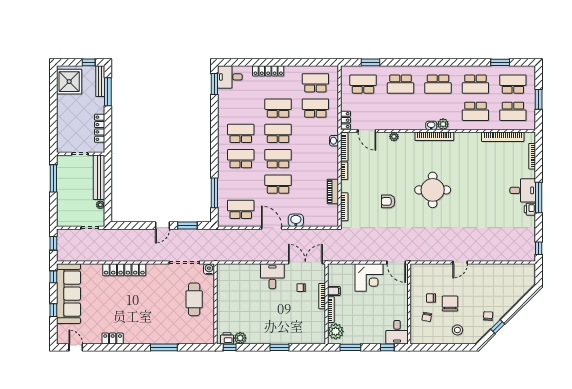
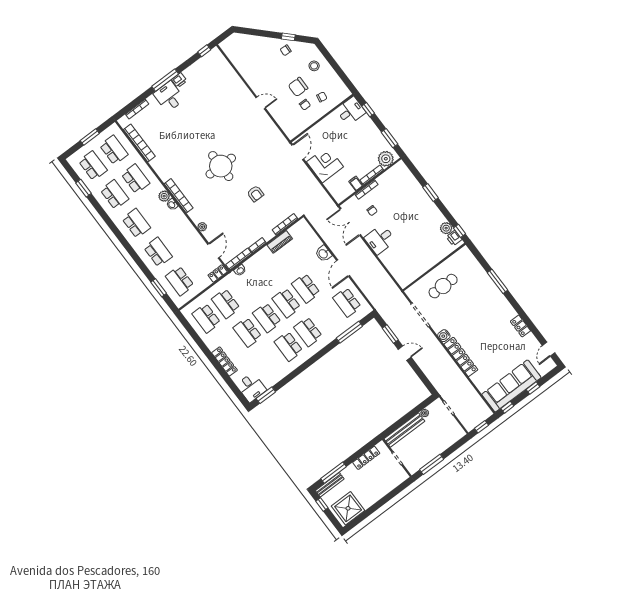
school desk: (513, 84) -> (93, 166), turned 180
water cooler: (209, 269) -> (444, 336), moved

